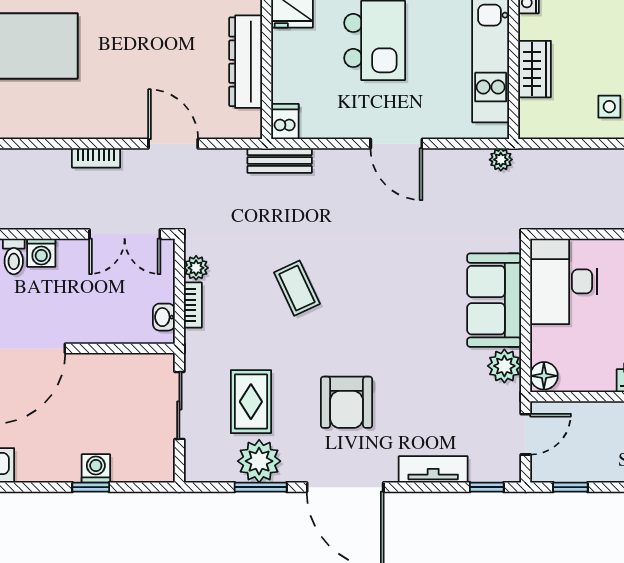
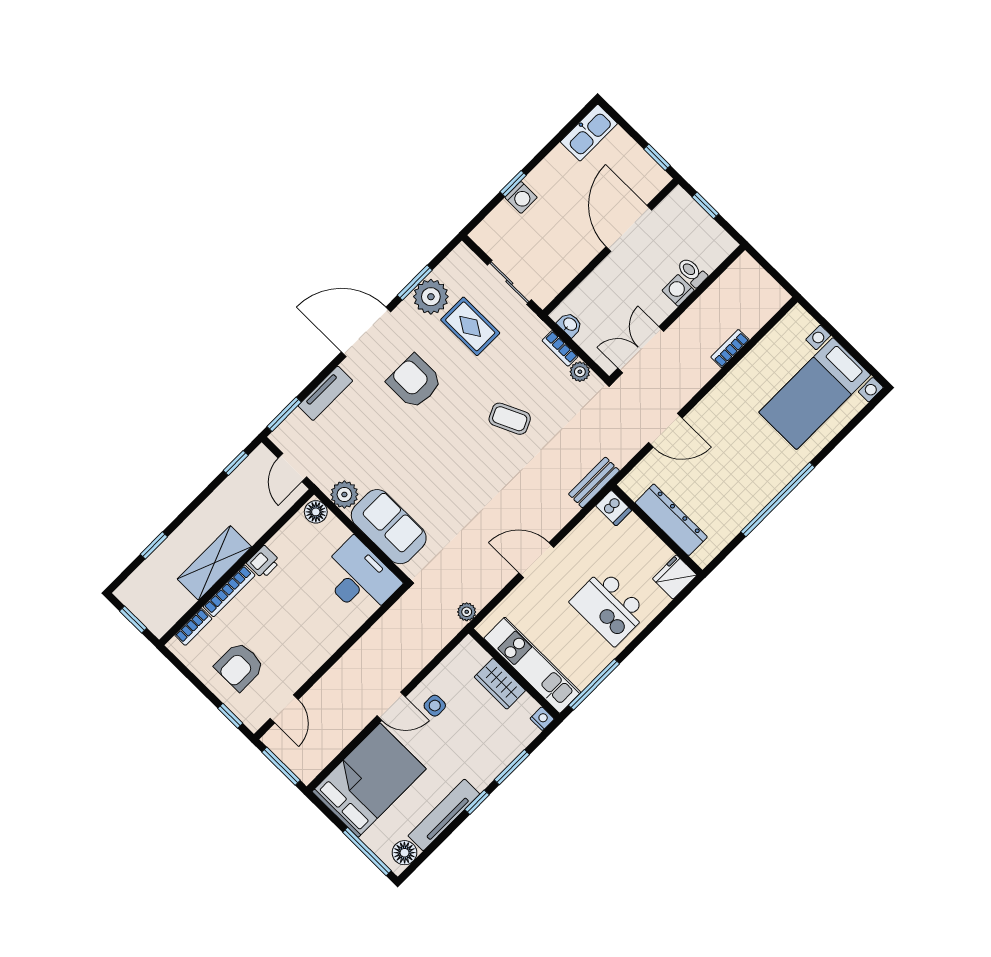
bookcase: (96, 158) -> (730, 349), moved
window: (487, 487) -> (284, 414), width x1.50

